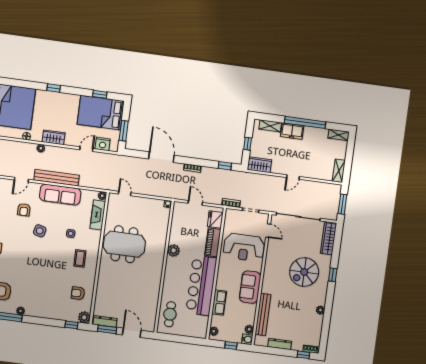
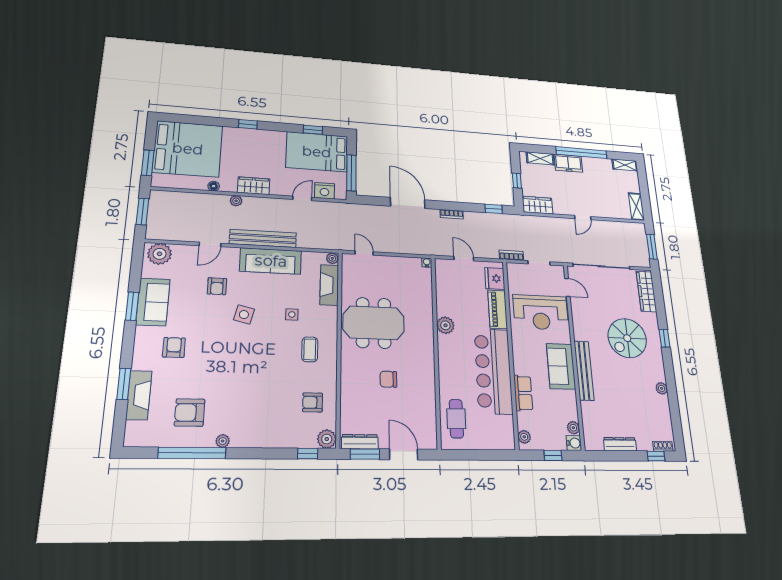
window: (124, 131) -> (351, 173), width x1.44
chair: (129, 283) -> (388, 379), added
bench: (263, 314) -> (584, 370), moved

